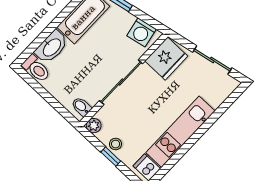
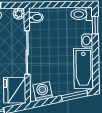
window: (34, 46) -> (95, 25), added
washbasin: (52, 47) -> (87, 40), width x0.52, depth x0.69

